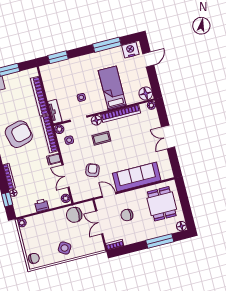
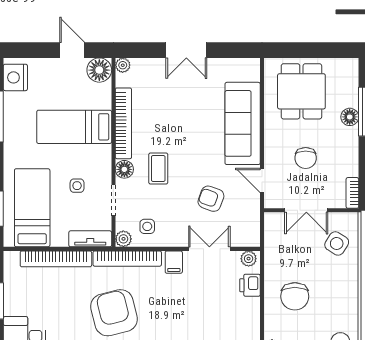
door: (148, 59) -> (72, 50), moved
bed: (63, 76) -> (32, 208), added
double door: (66, 176) -> (209, 249), swing flipped
door: (109, 195) -> (262, 180), hinge flipped
dining table: (162, 204) -> (301, 91), turned 90
printer: (42, 205) -> (250, 285), moved
chair: (74, 215) -> (295, 296), moved
floor lamp: (181, 226) -> (350, 117), moved
side table: (65, 248) -> (337, 243), moved

